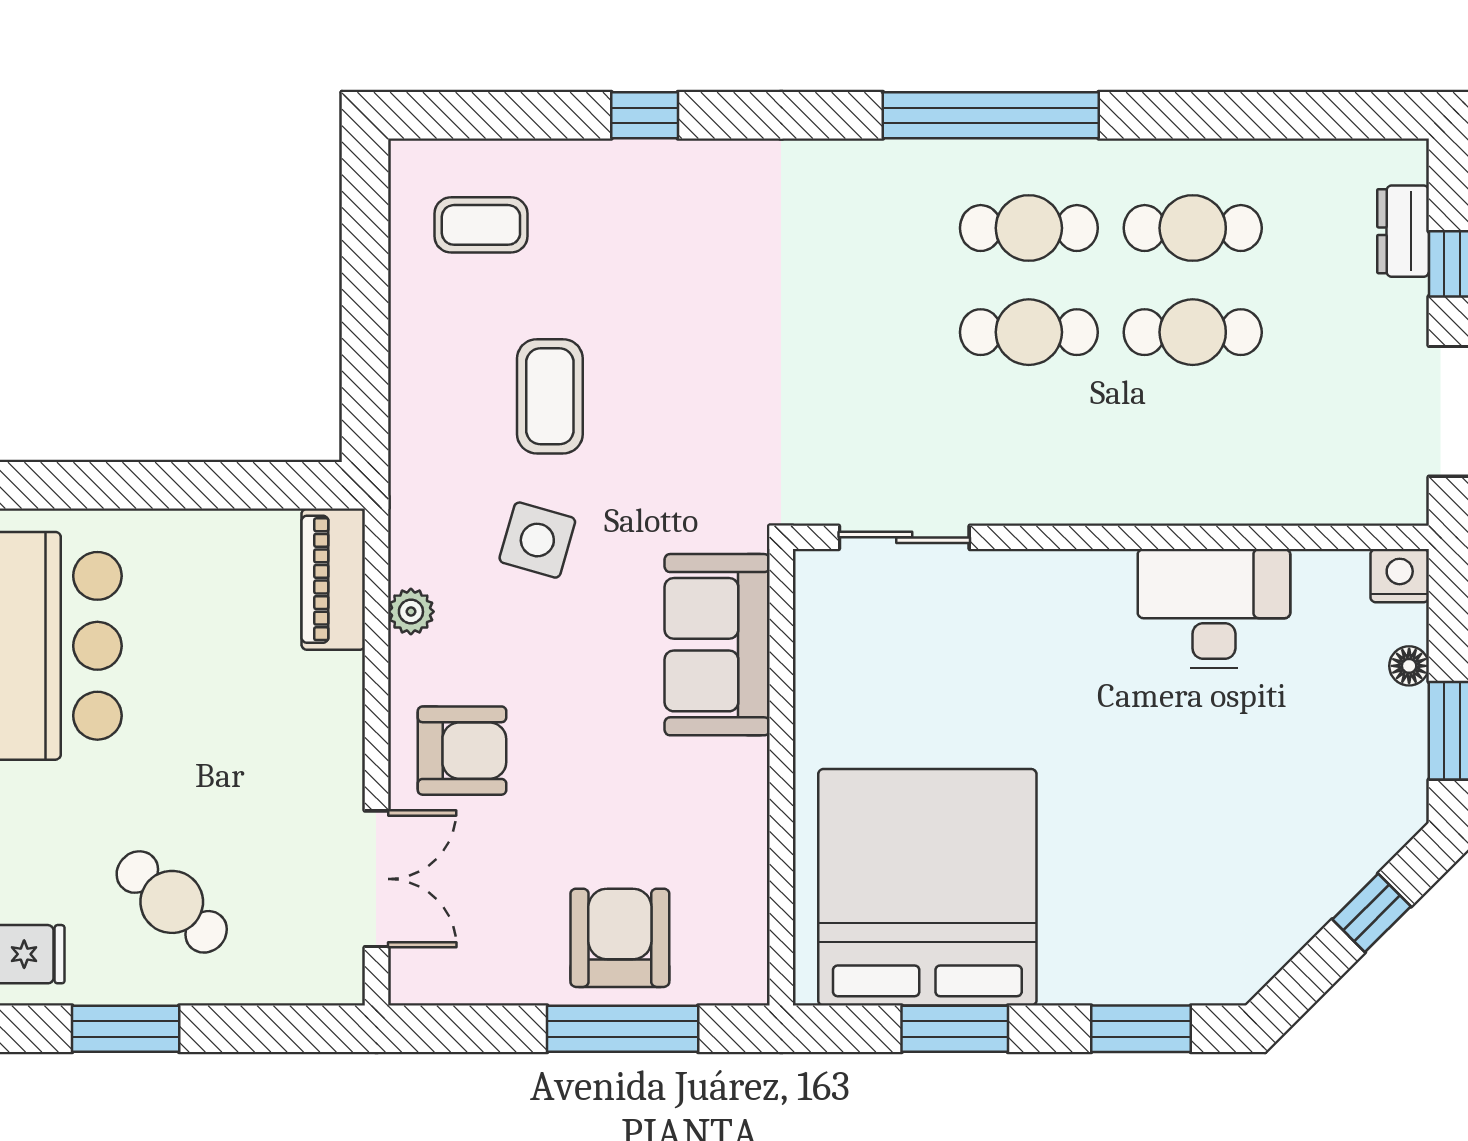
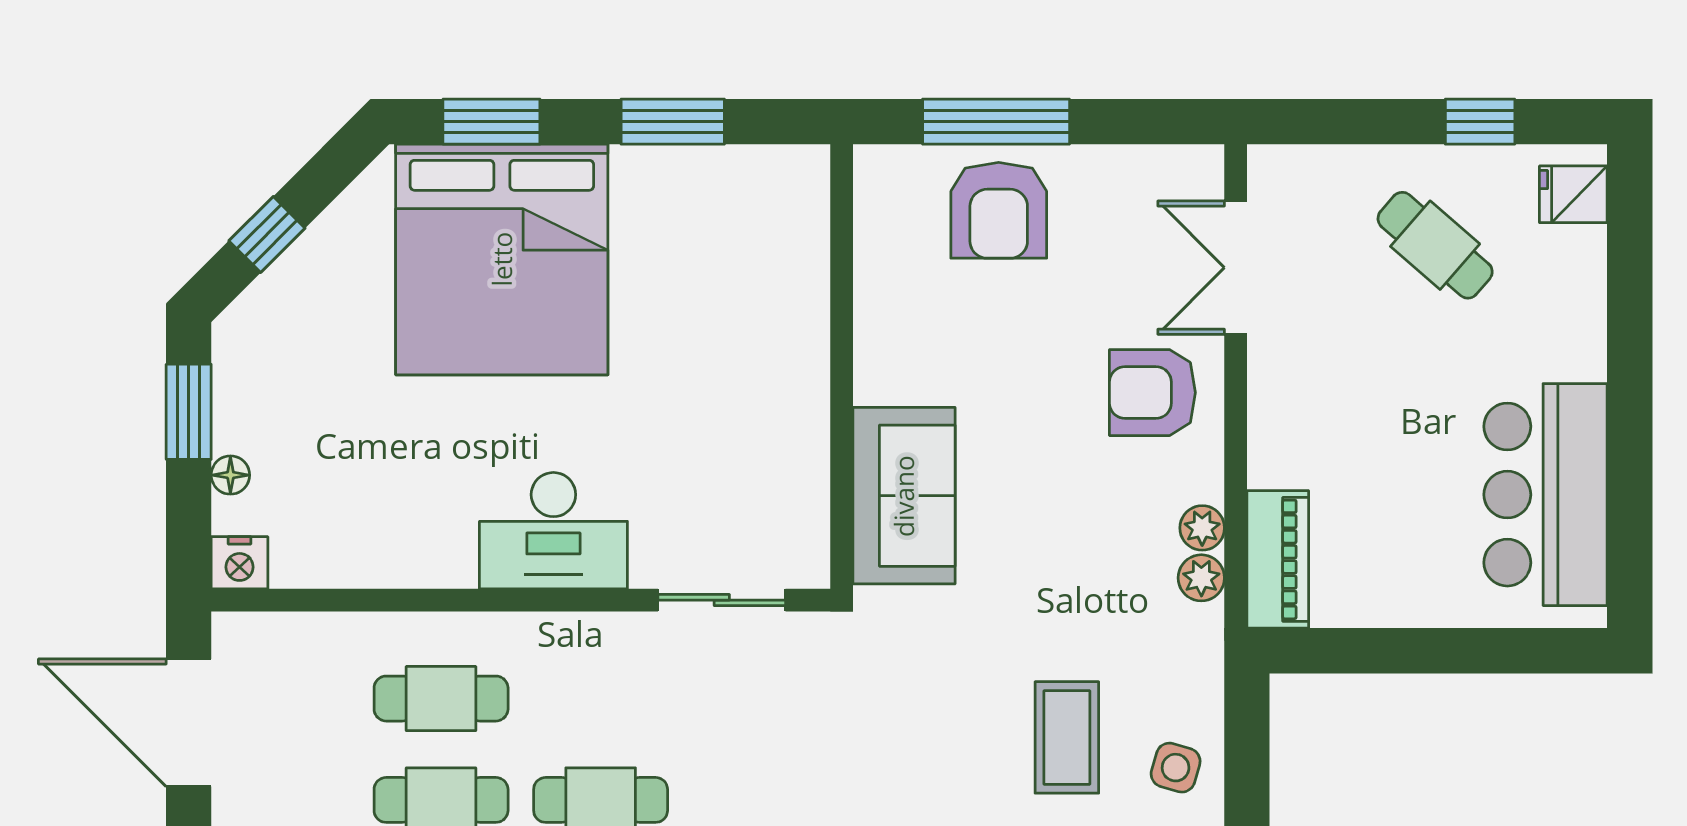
cafe table: (1193, 436) -> (441, 699), added
side table: (537, 540) -> (1176, 768), moved, width x0.73, depth x0.73
plant: (412, 560) -> (1201, 578), added
desk: (1214, 609) -> (553, 531), moved
bed: (927, 887) -> (502, 259), moved
window: (126, 1029) -> (1480, 122), width x0.67

